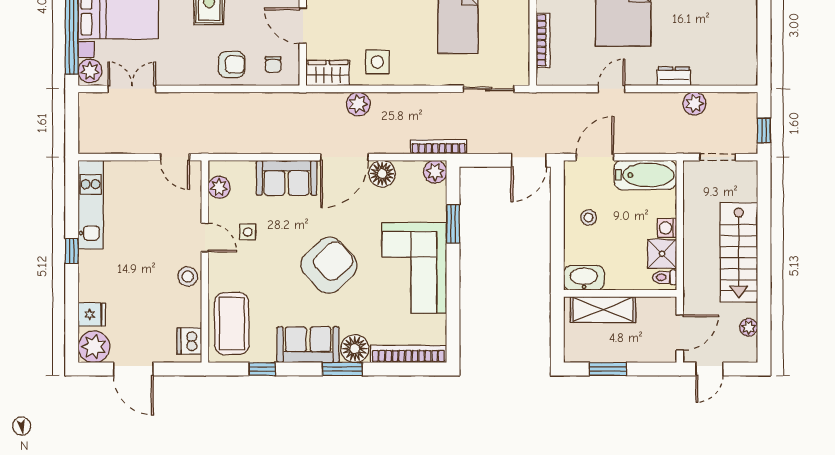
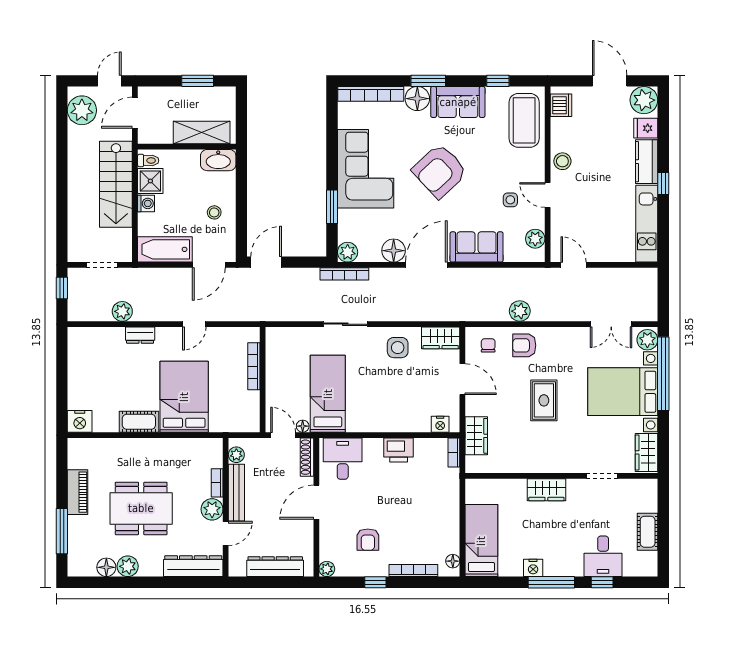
sliding door: (489, 89) -> (345, 324), moved
plant: (358, 104) -> (520, 311), moved
stairs: (739, 252) -> (116, 184), moved, turned 180
kitchen counter: (91, 276) -> (647, 162), added
plant: (749, 327) -> (82, 110), width x1.87, depth x1.87

